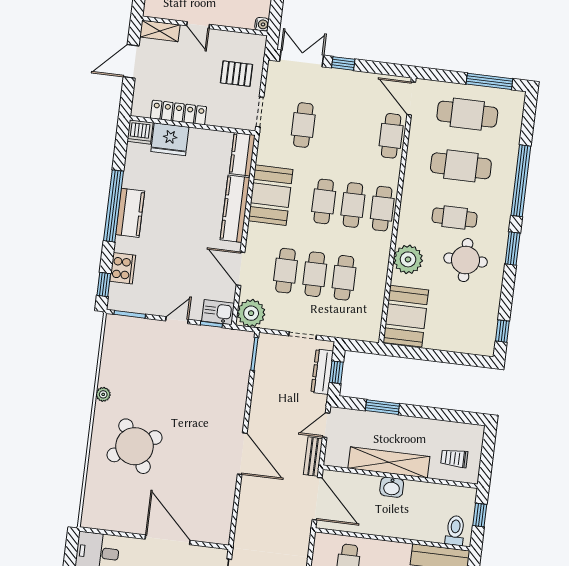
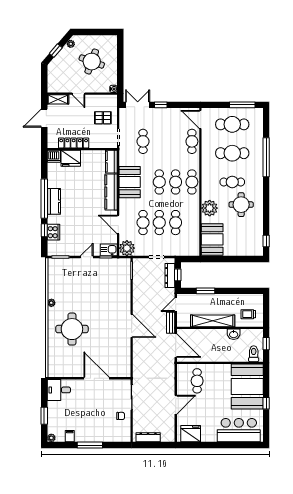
window: (513, 248) -> (266, 195), removed
window: (104, 284) -> (44, 230), moved
round table: (135, 446) -> (72, 329), turned 30
washbasin: (392, 487) -> (234, 334), moved

